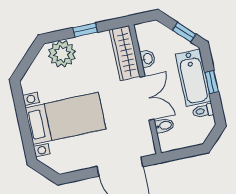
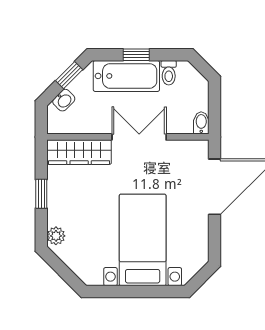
plant: (62, 54) -> (56, 236), width x0.53, depth x0.53
washbasin: (148, 59) -> (64, 100), moved, turned 135
bidet: (164, 126) -> (201, 123), moved

